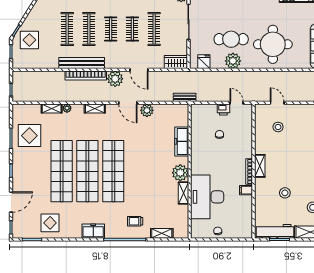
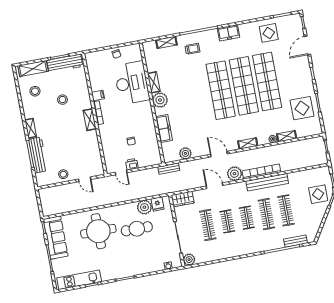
plant: (233, 61) -> (144, 207), moved
plant: (147, 110) -> (185, 153), moved
stool: (278, 127) -> (63, 174), moved

